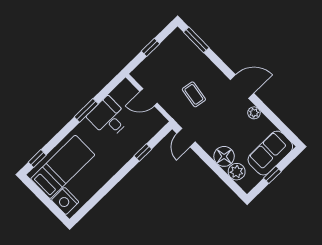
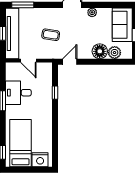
tv unit: (159, 56) -> (12, 33), added
door: (149, 97) -> (28, 61), hinge flipped
door: (186, 138) -> (70, 62), swing flipped

